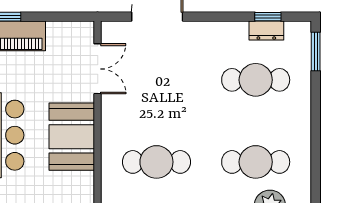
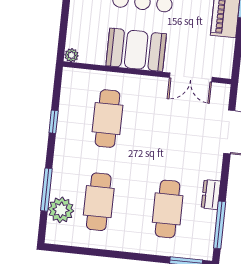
window: (268, 17) -> (220, 225), width x2.17
dresser: (266, 31) -> (211, 195), moved

